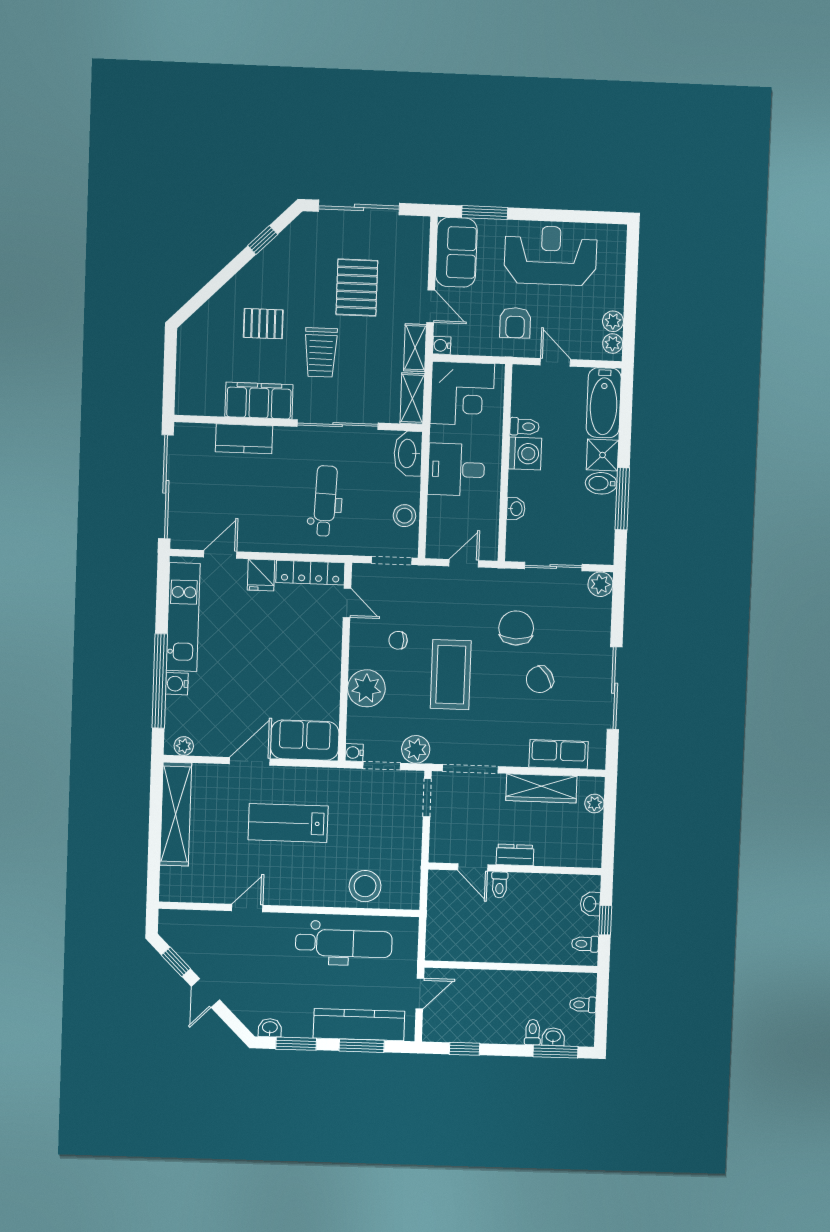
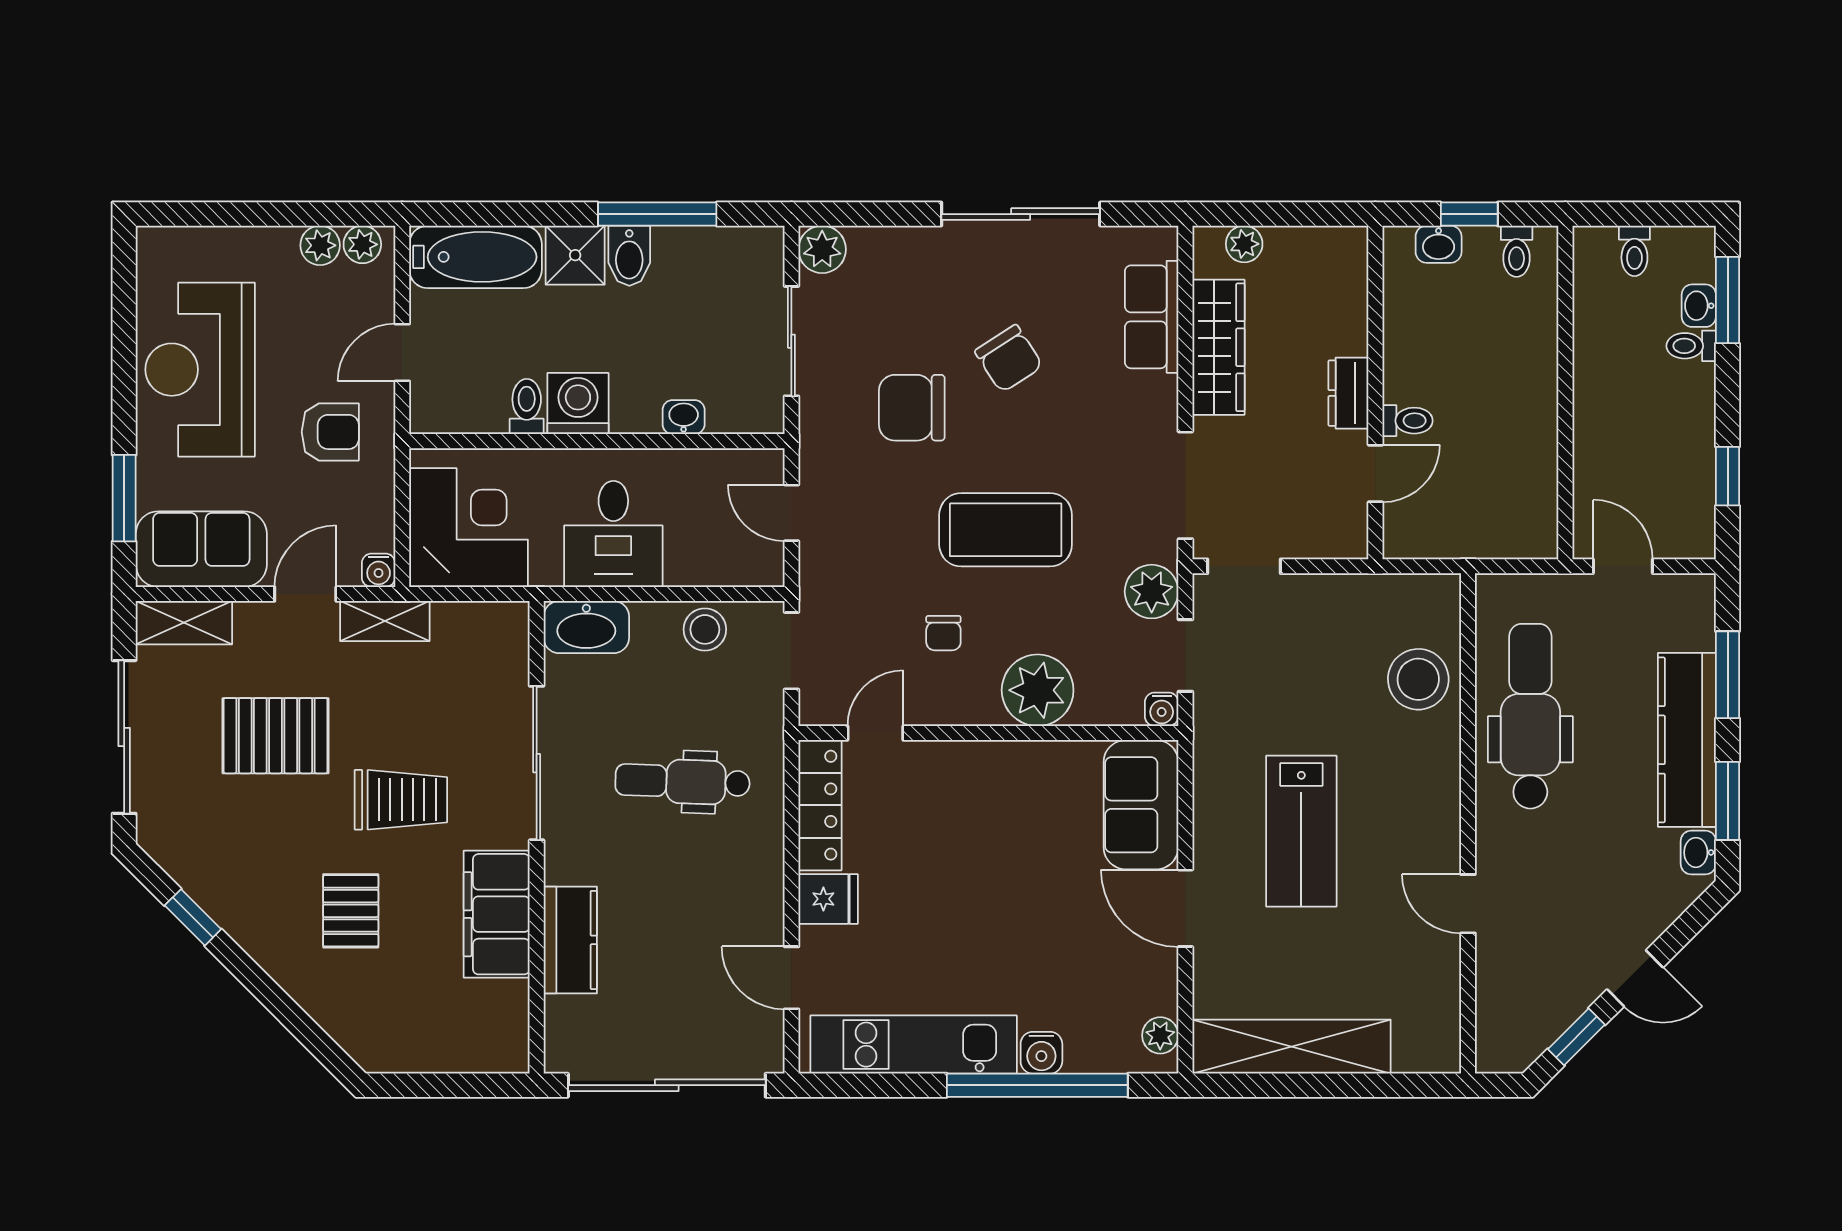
shelving: (412, 398) -> (184, 623), moved
kitchen counter: (359, 1025) -> (1687, 740), moved

